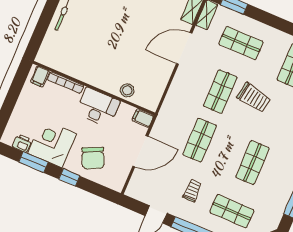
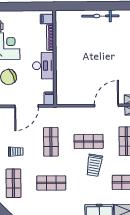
door: (184, 48) -> (106, 105), hinge flipped
stool: (127, 90) -> (63, 80), removed
shop shelf: (200, 140) -> (51, 142), turned 90
door: (140, 151) -> (27, 106), hinge flipped

